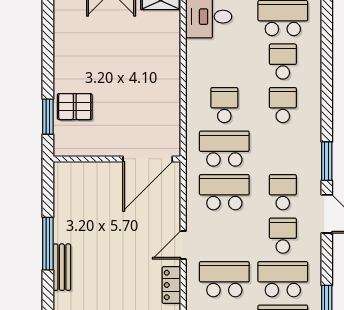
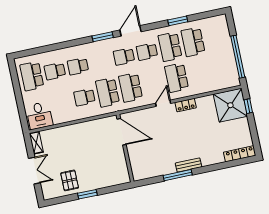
pallet: (75, 107) -> (70, 180), moved
window: (48, 117) -> (87, 194), moved
door: (183, 245) -> (163, 103), swing flipped

